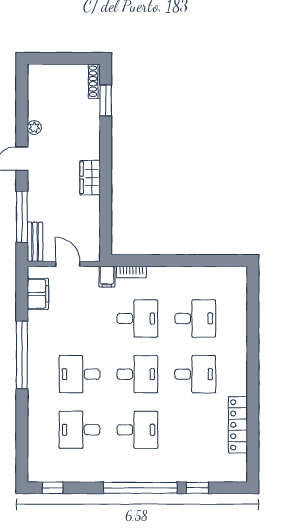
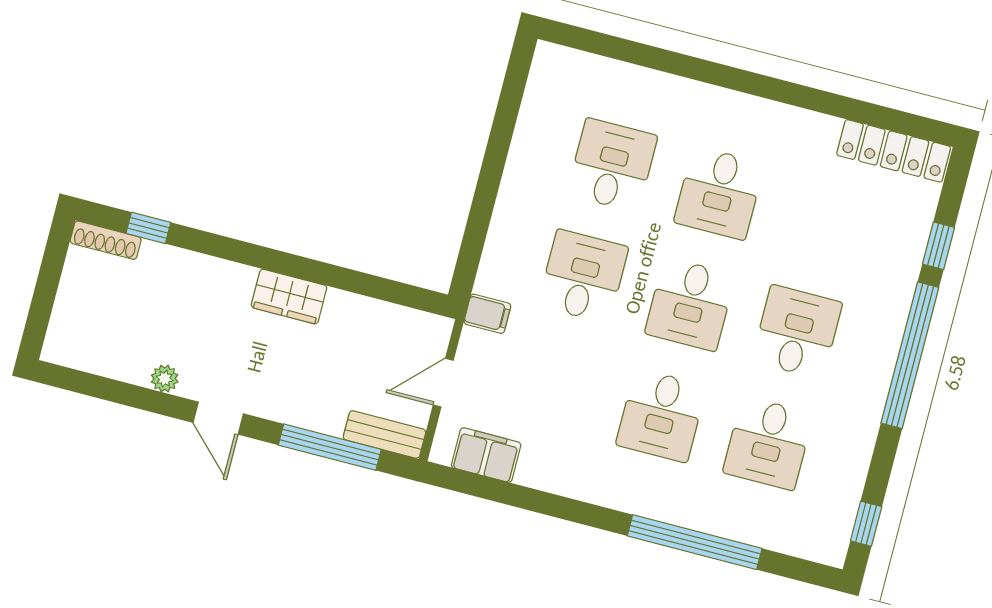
window: (106, 100) -> (148, 228), width x0.67
bookcase: (131, 272) -> (491, 265), removed
window: (22, 355) -> (695, 542), moved
desk: (137, 374) -> (690, 304), turned 180
desk: (195, 374) -> (719, 193), turned 180
locker: (238, 425) -> (894, 151), moved

